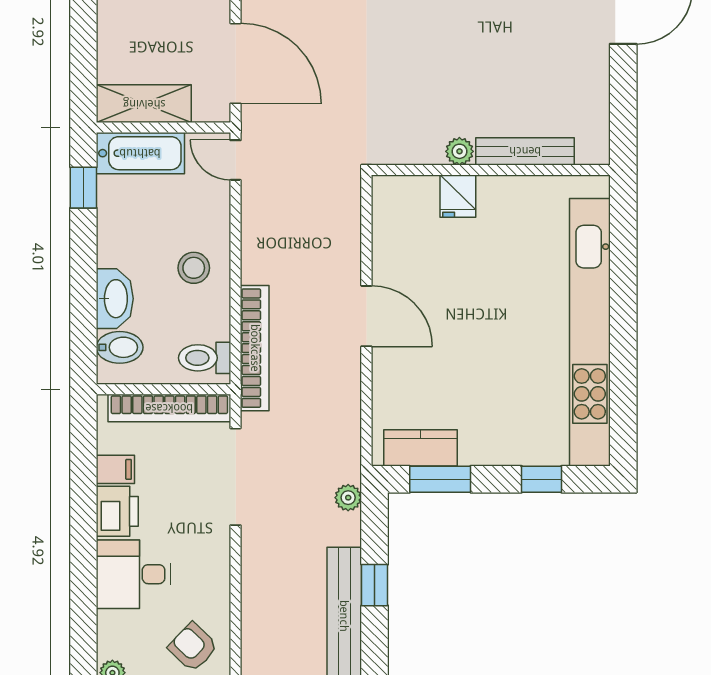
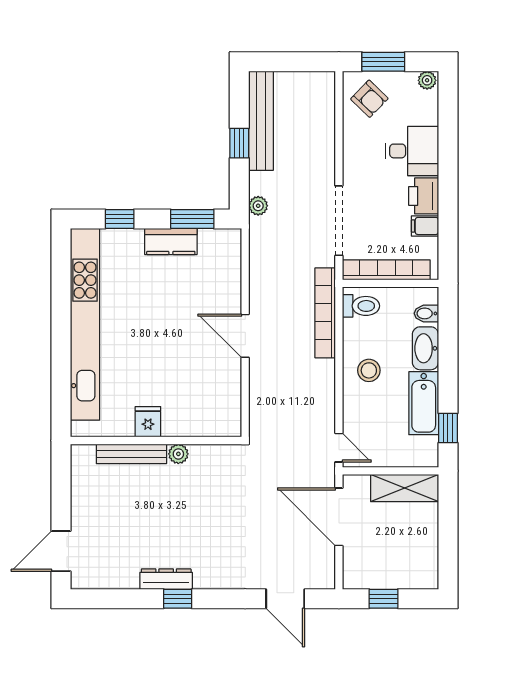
bathtub: (140, 153) -> (424, 403), moved, turned -90
fridge: (458, 196) -> (148, 422), moved
bidet: (120, 347) -> (426, 313), width x0.72, depth x0.74
kitchen counter: (421, 448) -> (171, 241), moved

